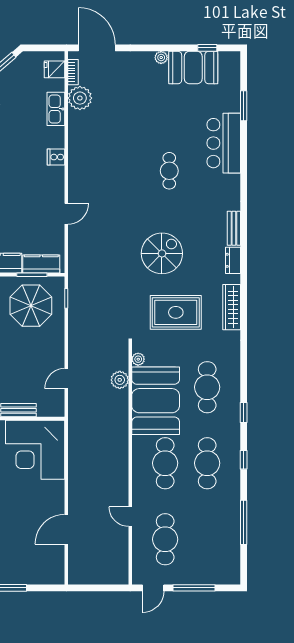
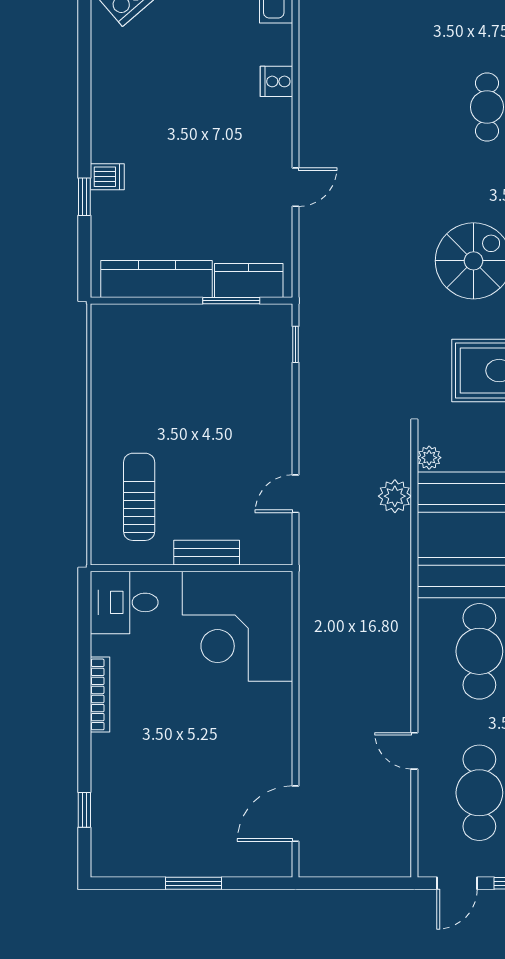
parasol: (31, 306) -> (229, 358), removed
door: (66, 529) -> (295, 814), moved

